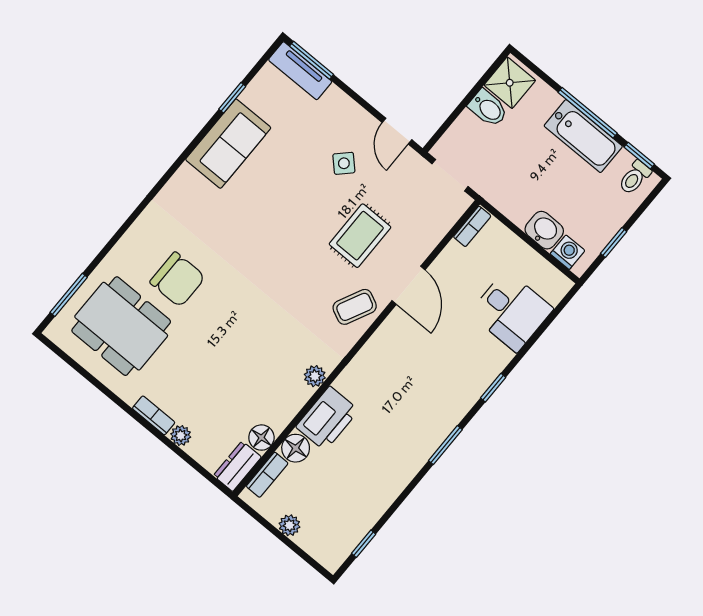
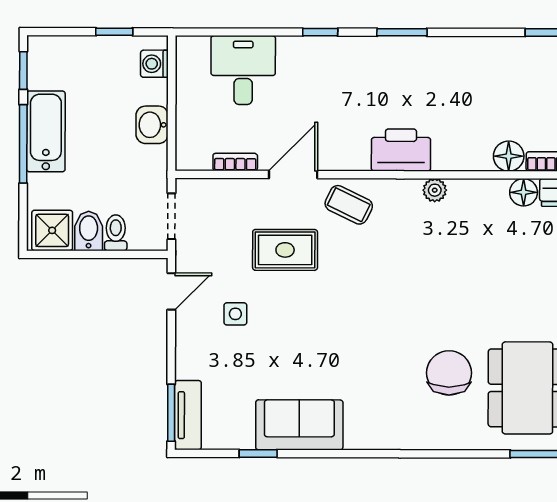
side table: (344, 163) -> (235, 314), turned 45
toilet: (635, 177) -> (116, 233), moved, turned -90
bookcase: (472, 226) -> (235, 162), moved
washbasin: (544, 230) -> (152, 125), moved
printer: (327, 419) -> (401, 150), moved

